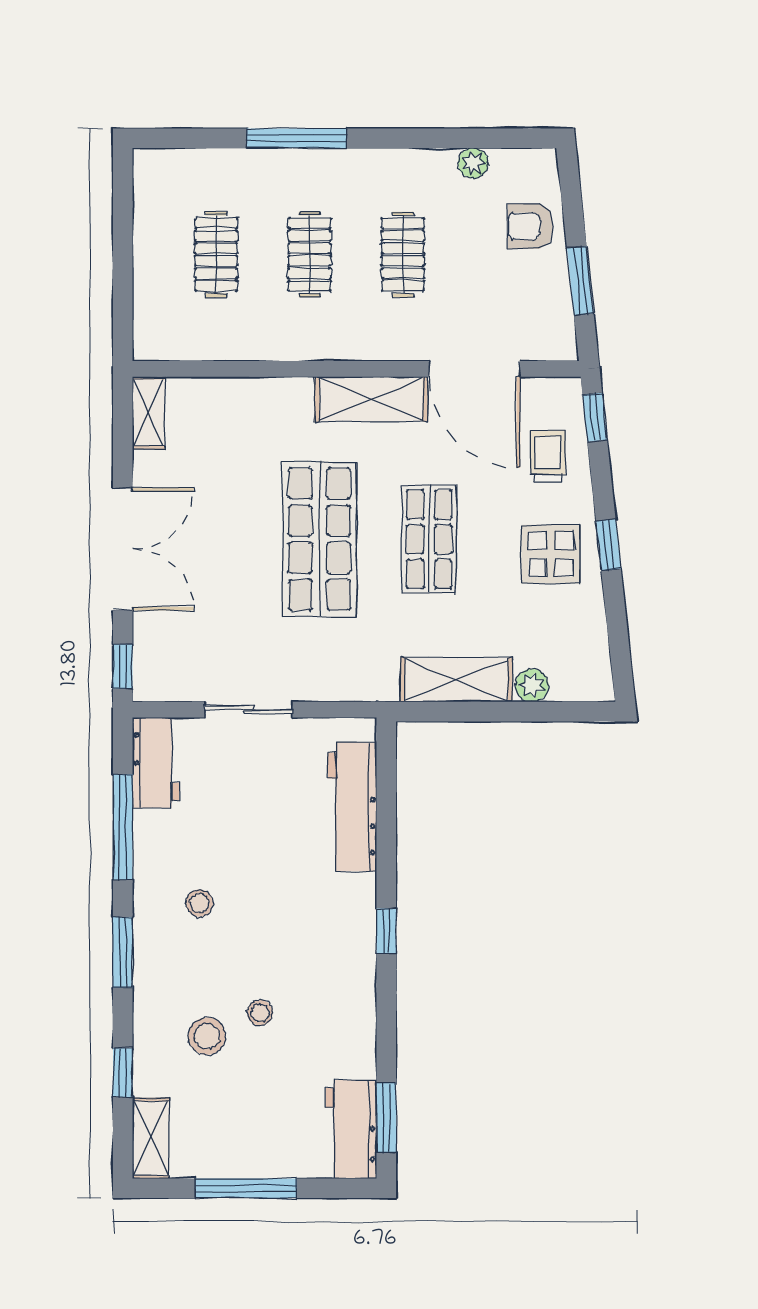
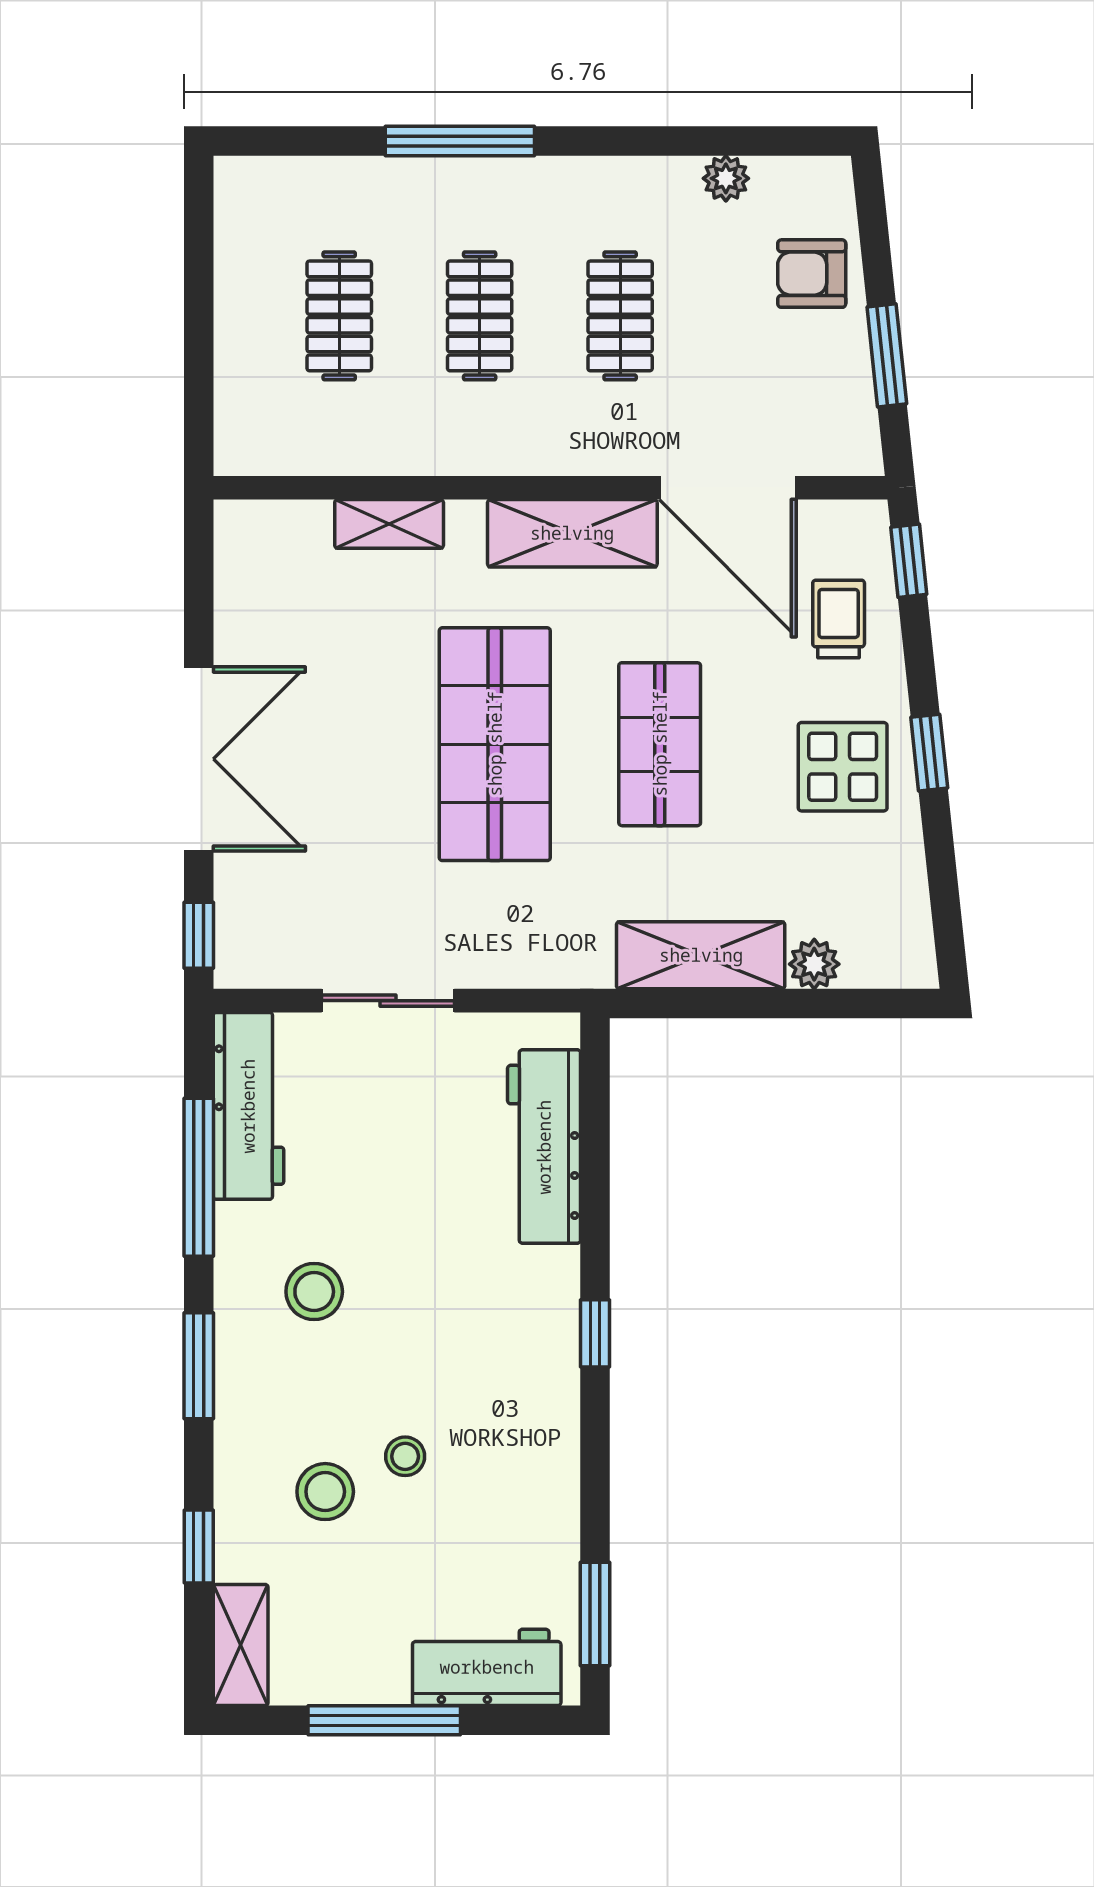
shelving: (149, 413) -> (389, 524), moved, turned 90
workbench: (156, 763) -> (248, 1106), width x1.38
stool: (199, 903) -> (314, 1292), width x1.37, depth x1.37
workbench: (351, 1129) -> (487, 1667), moved, turned 90

